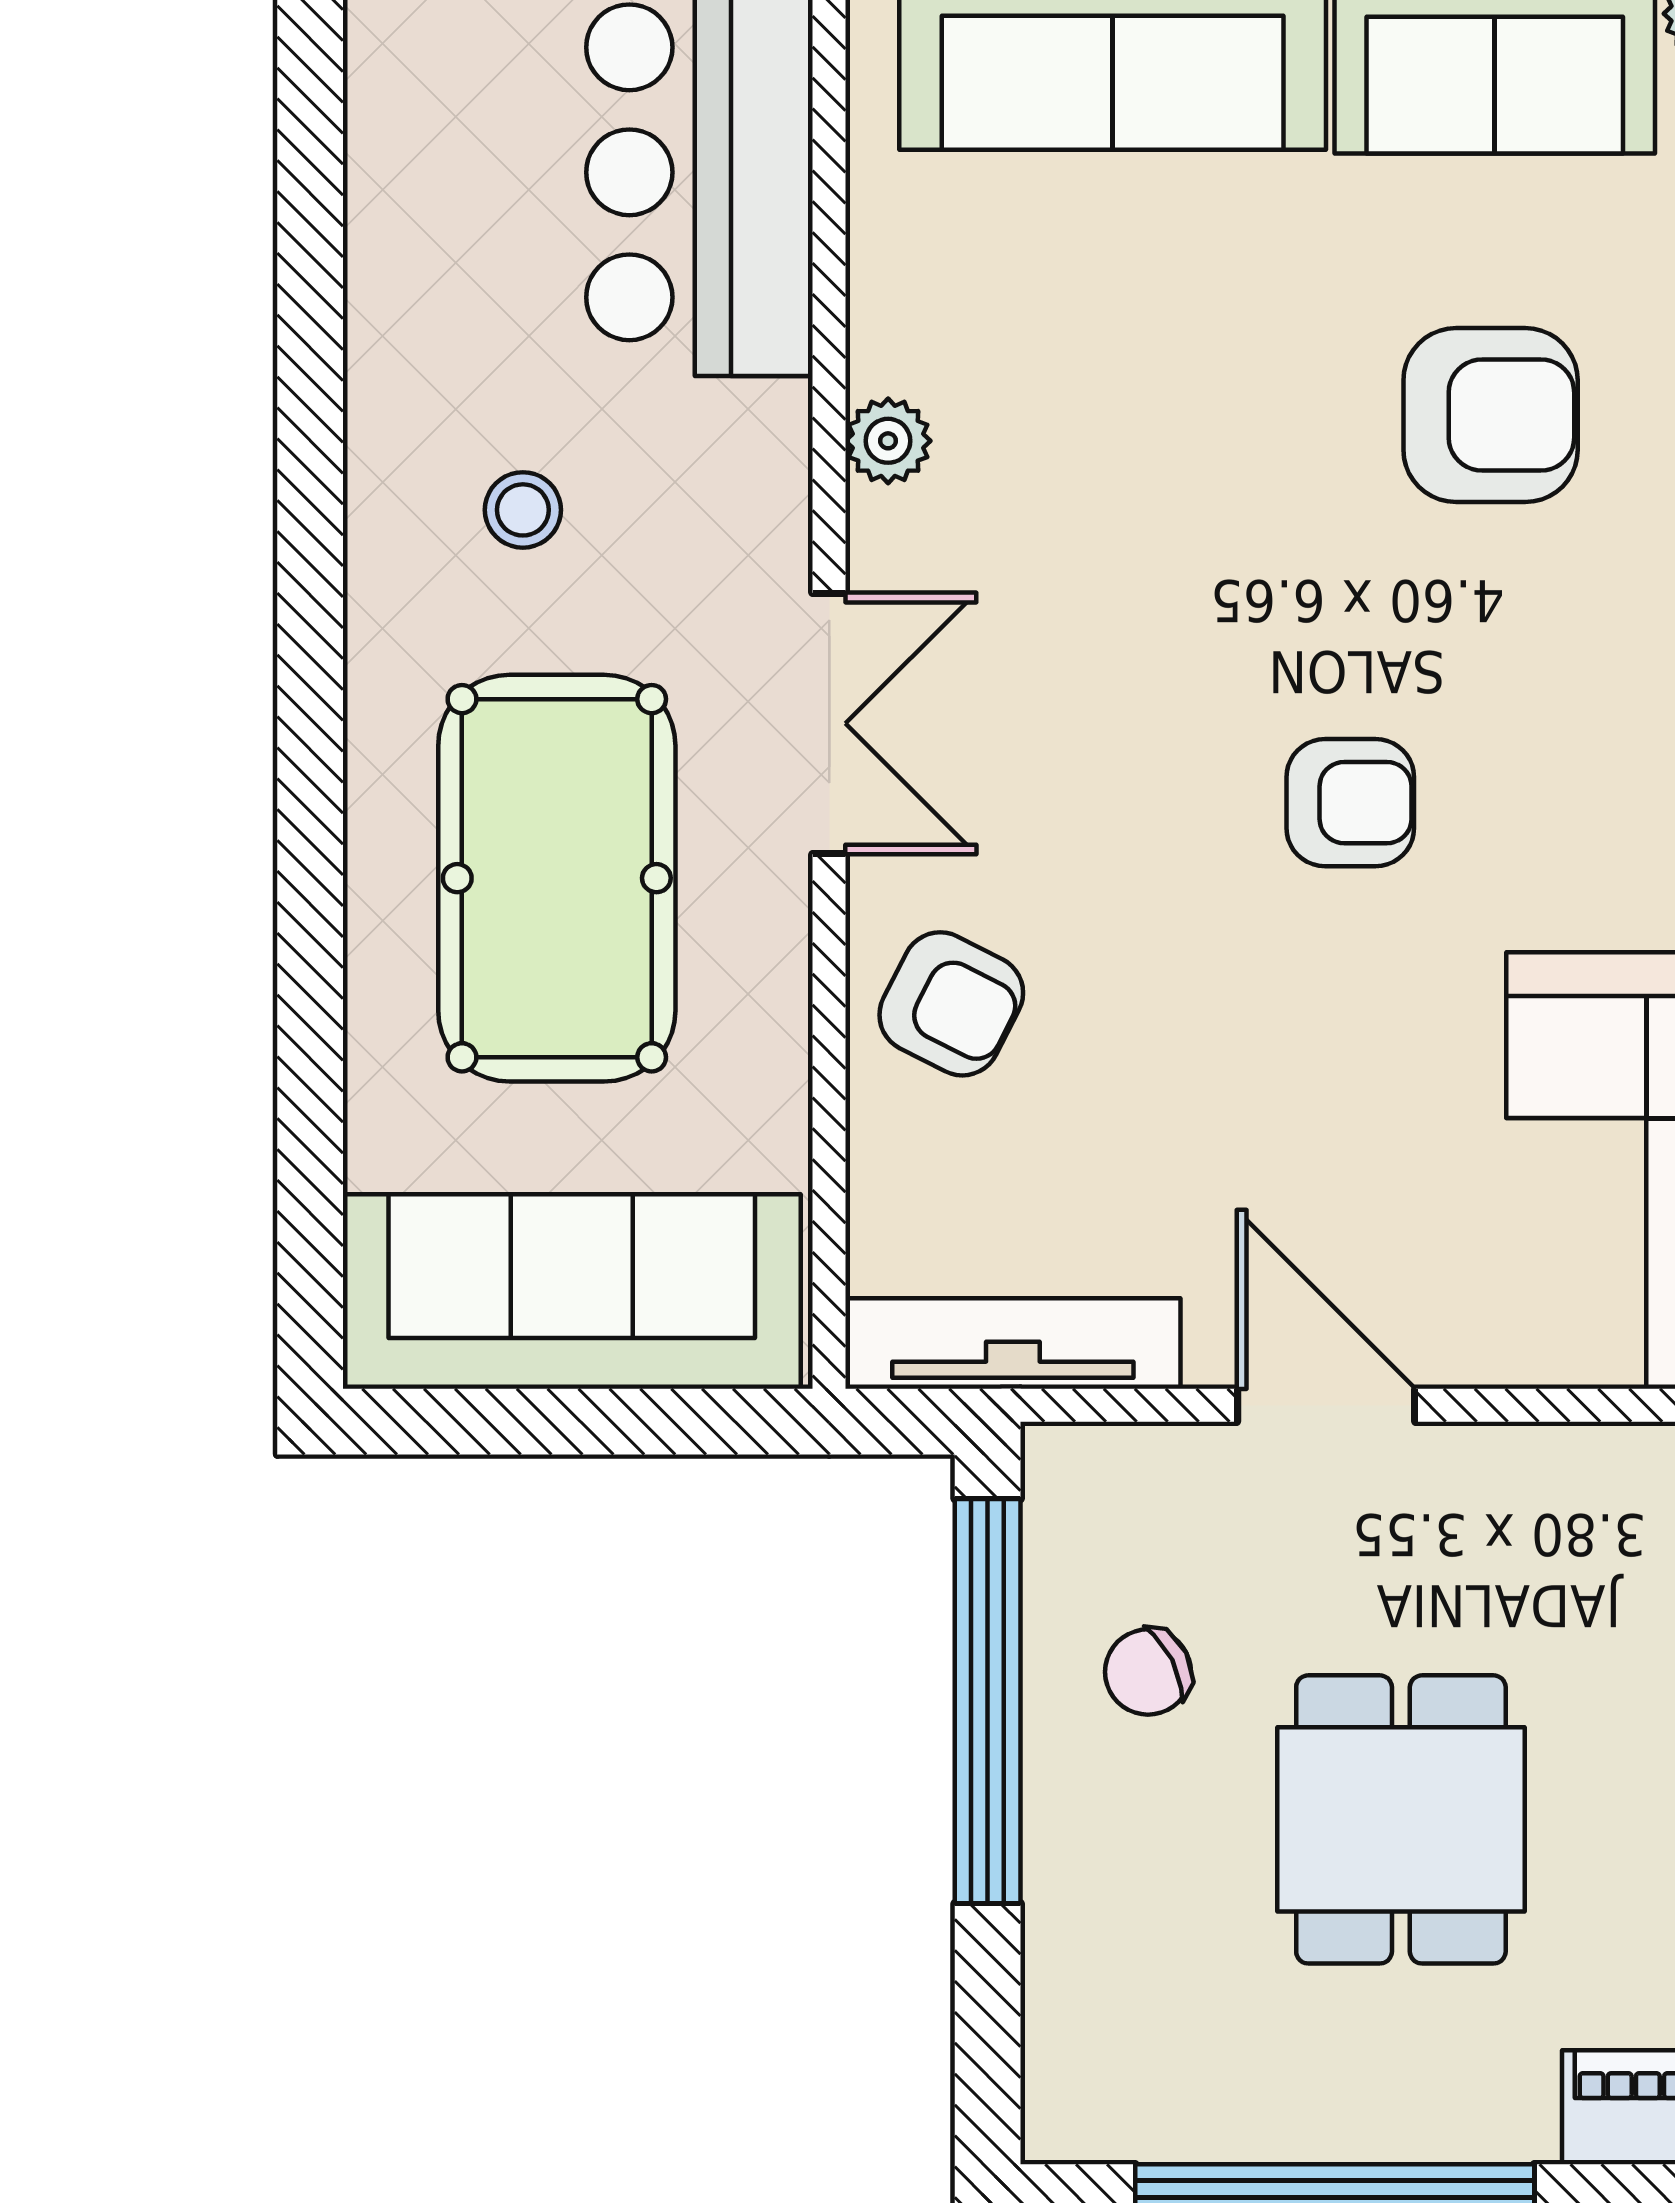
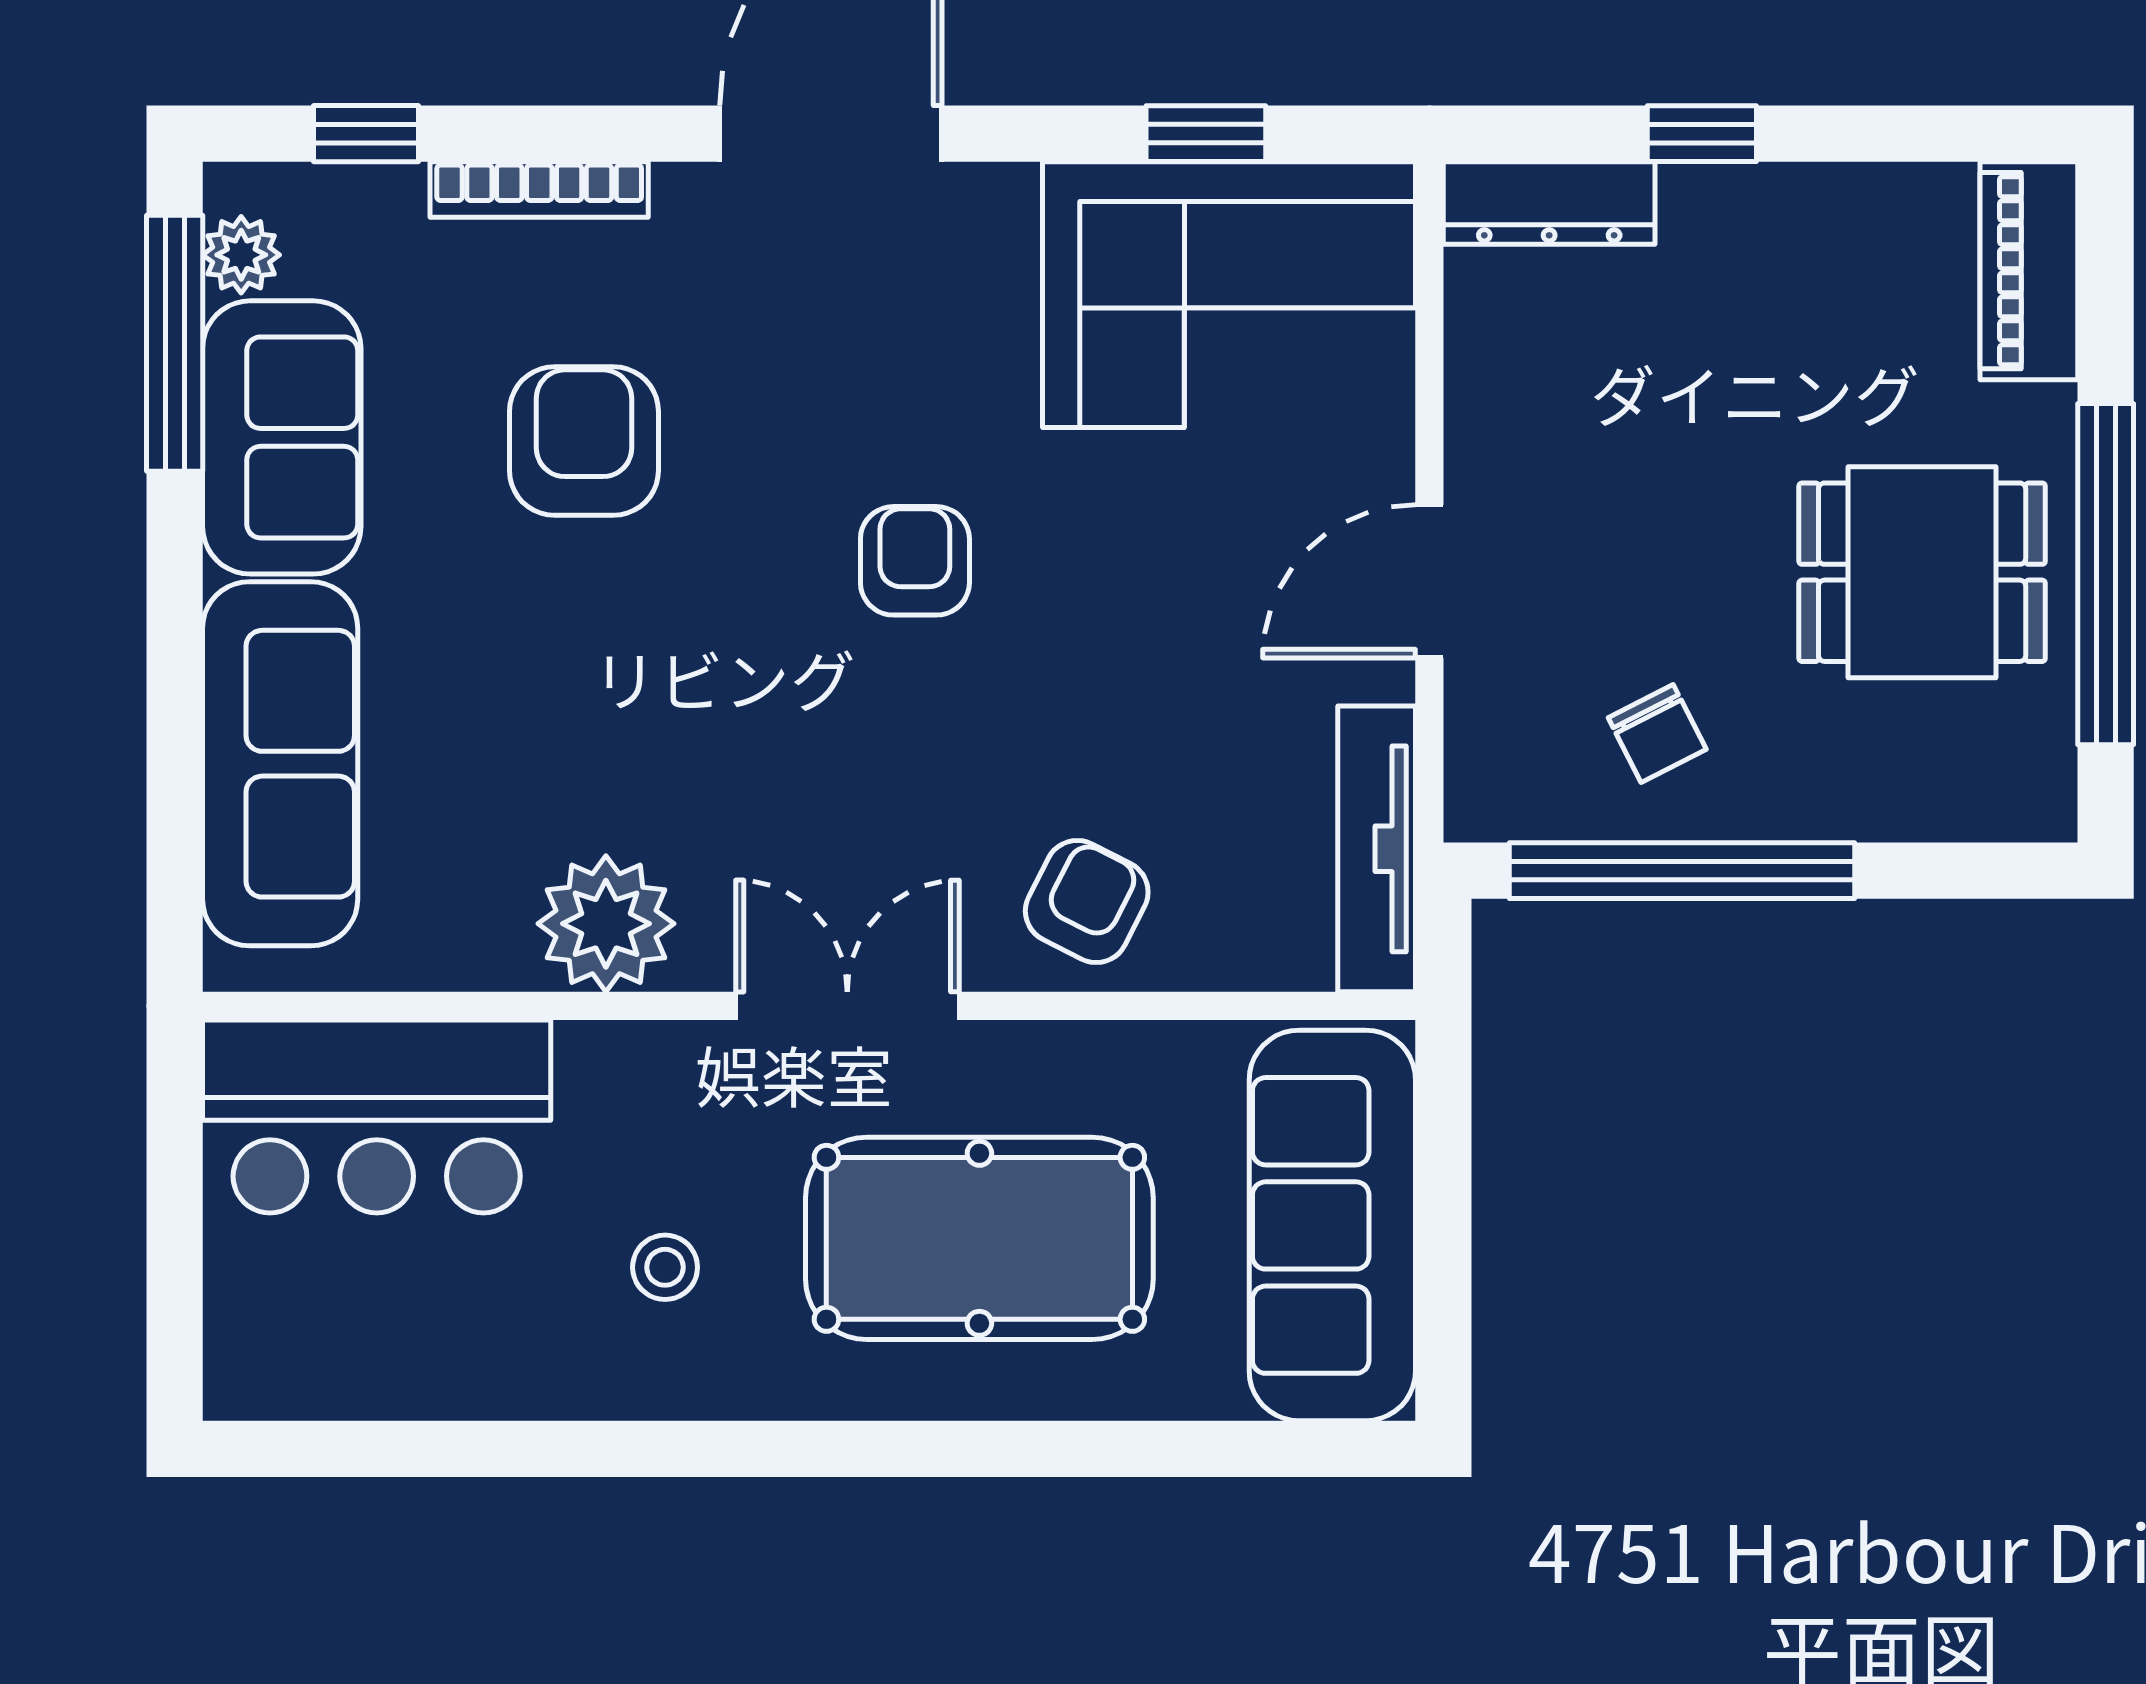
plant: (888, 441) -> (606, 924), width x1.88, depth x1.88
dining table: (1401, 1819) -> (1922, 572), moved

